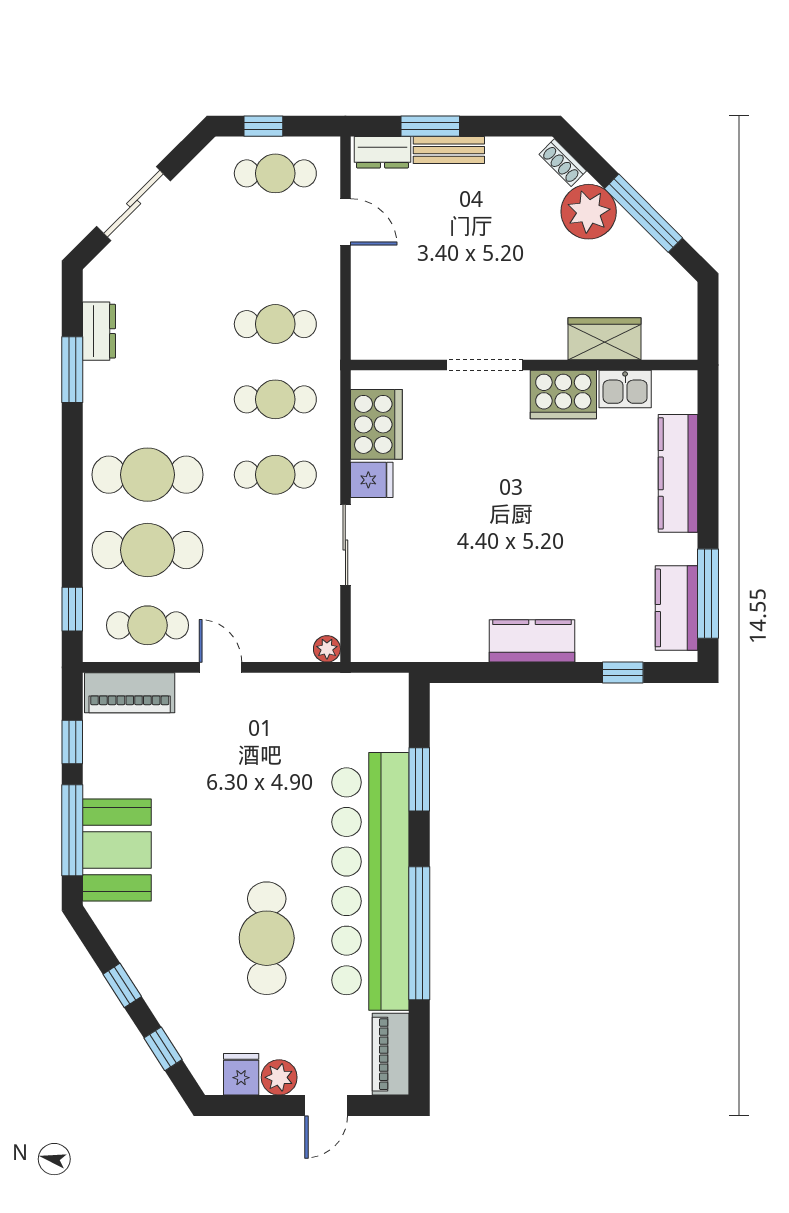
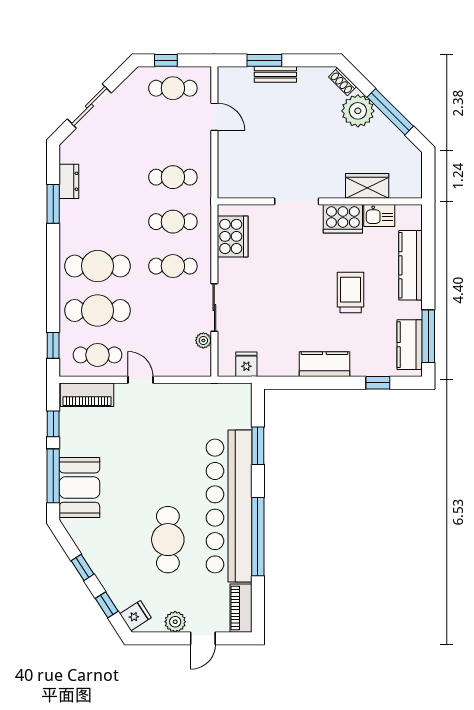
dresser: (383, 152) -> (236, 76), removed
fridge: (372, 480) -> (246, 364), moved, turned -90
trolley: (576, 519) -> (351, 292), added
plant: (327, 649) -> (203, 340), moved
fridge: (241, 1074) -> (136, 616), moved, turned 57

